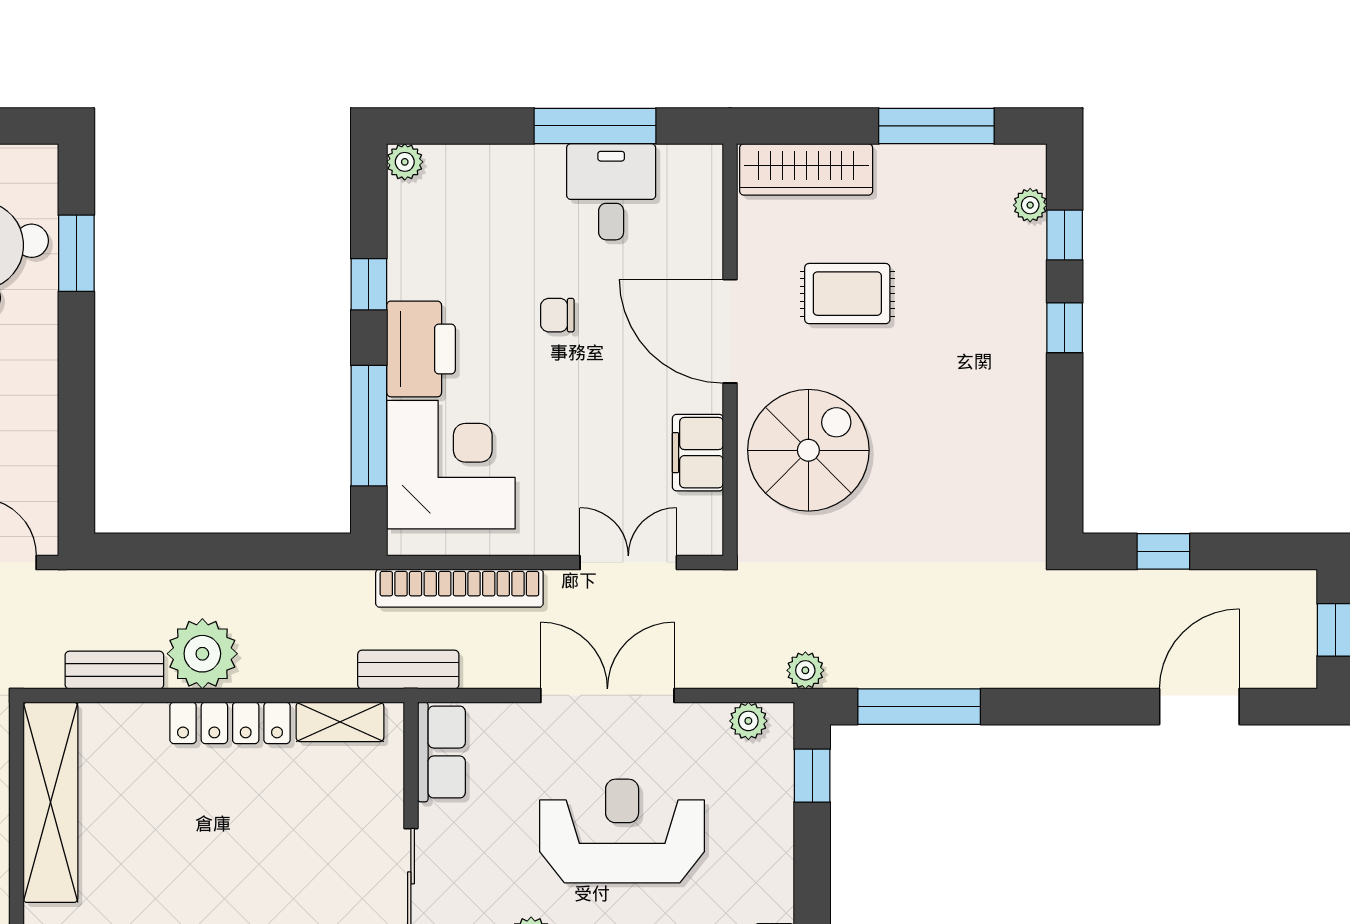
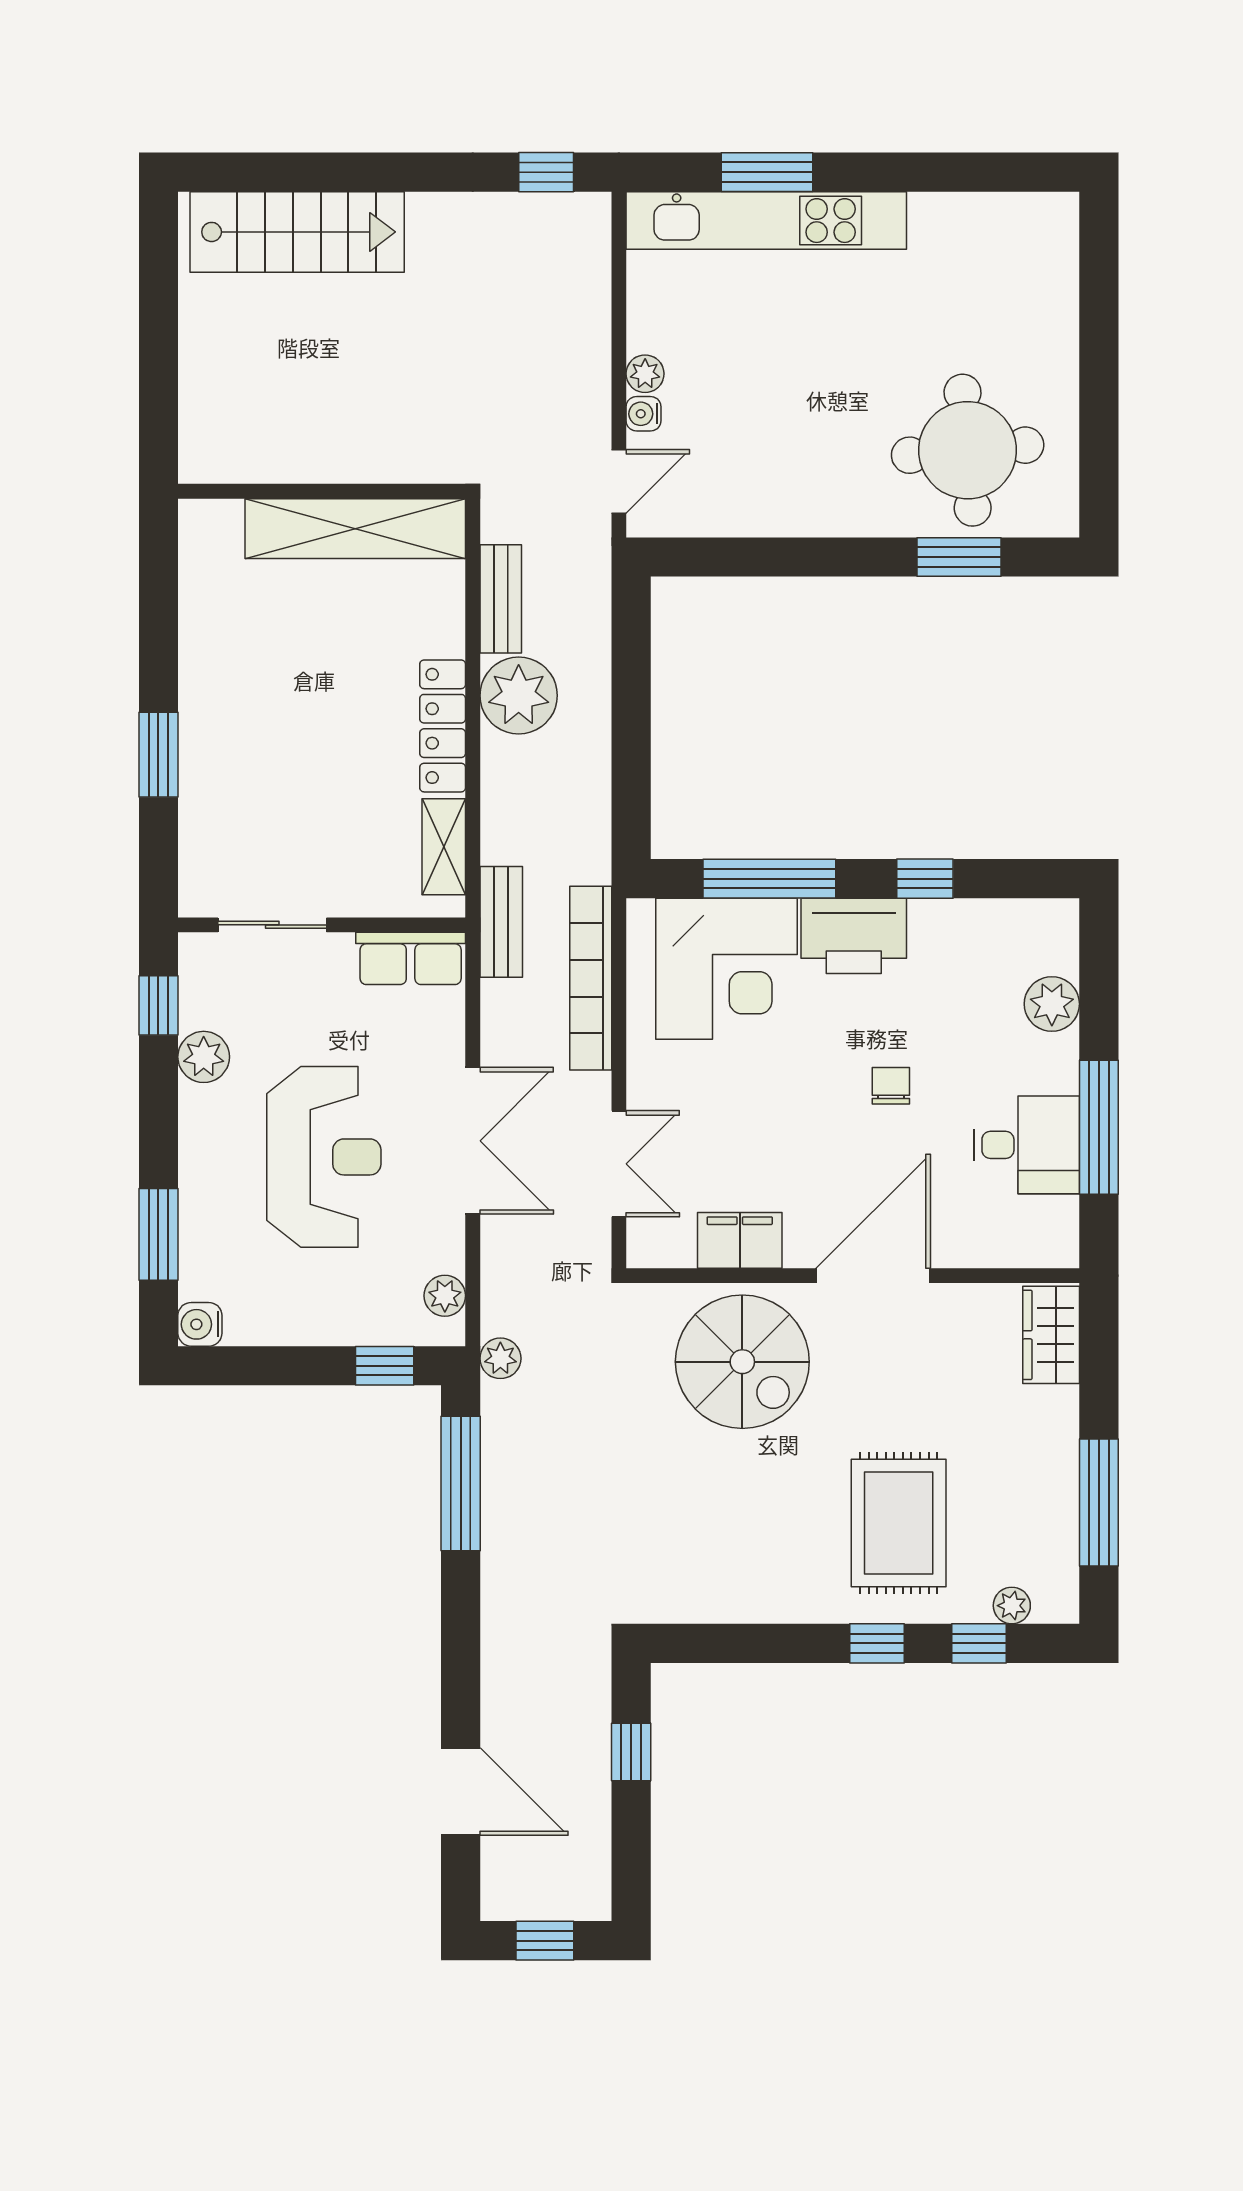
plant: (405, 162) -> (1052, 1004), moved, width x1.38, depth x1.38
wardrobe: (806, 169) -> (1051, 1335), width x0.67
rug: (847, 294) -> (899, 1523), moved, width x1.36, depth x1.43

